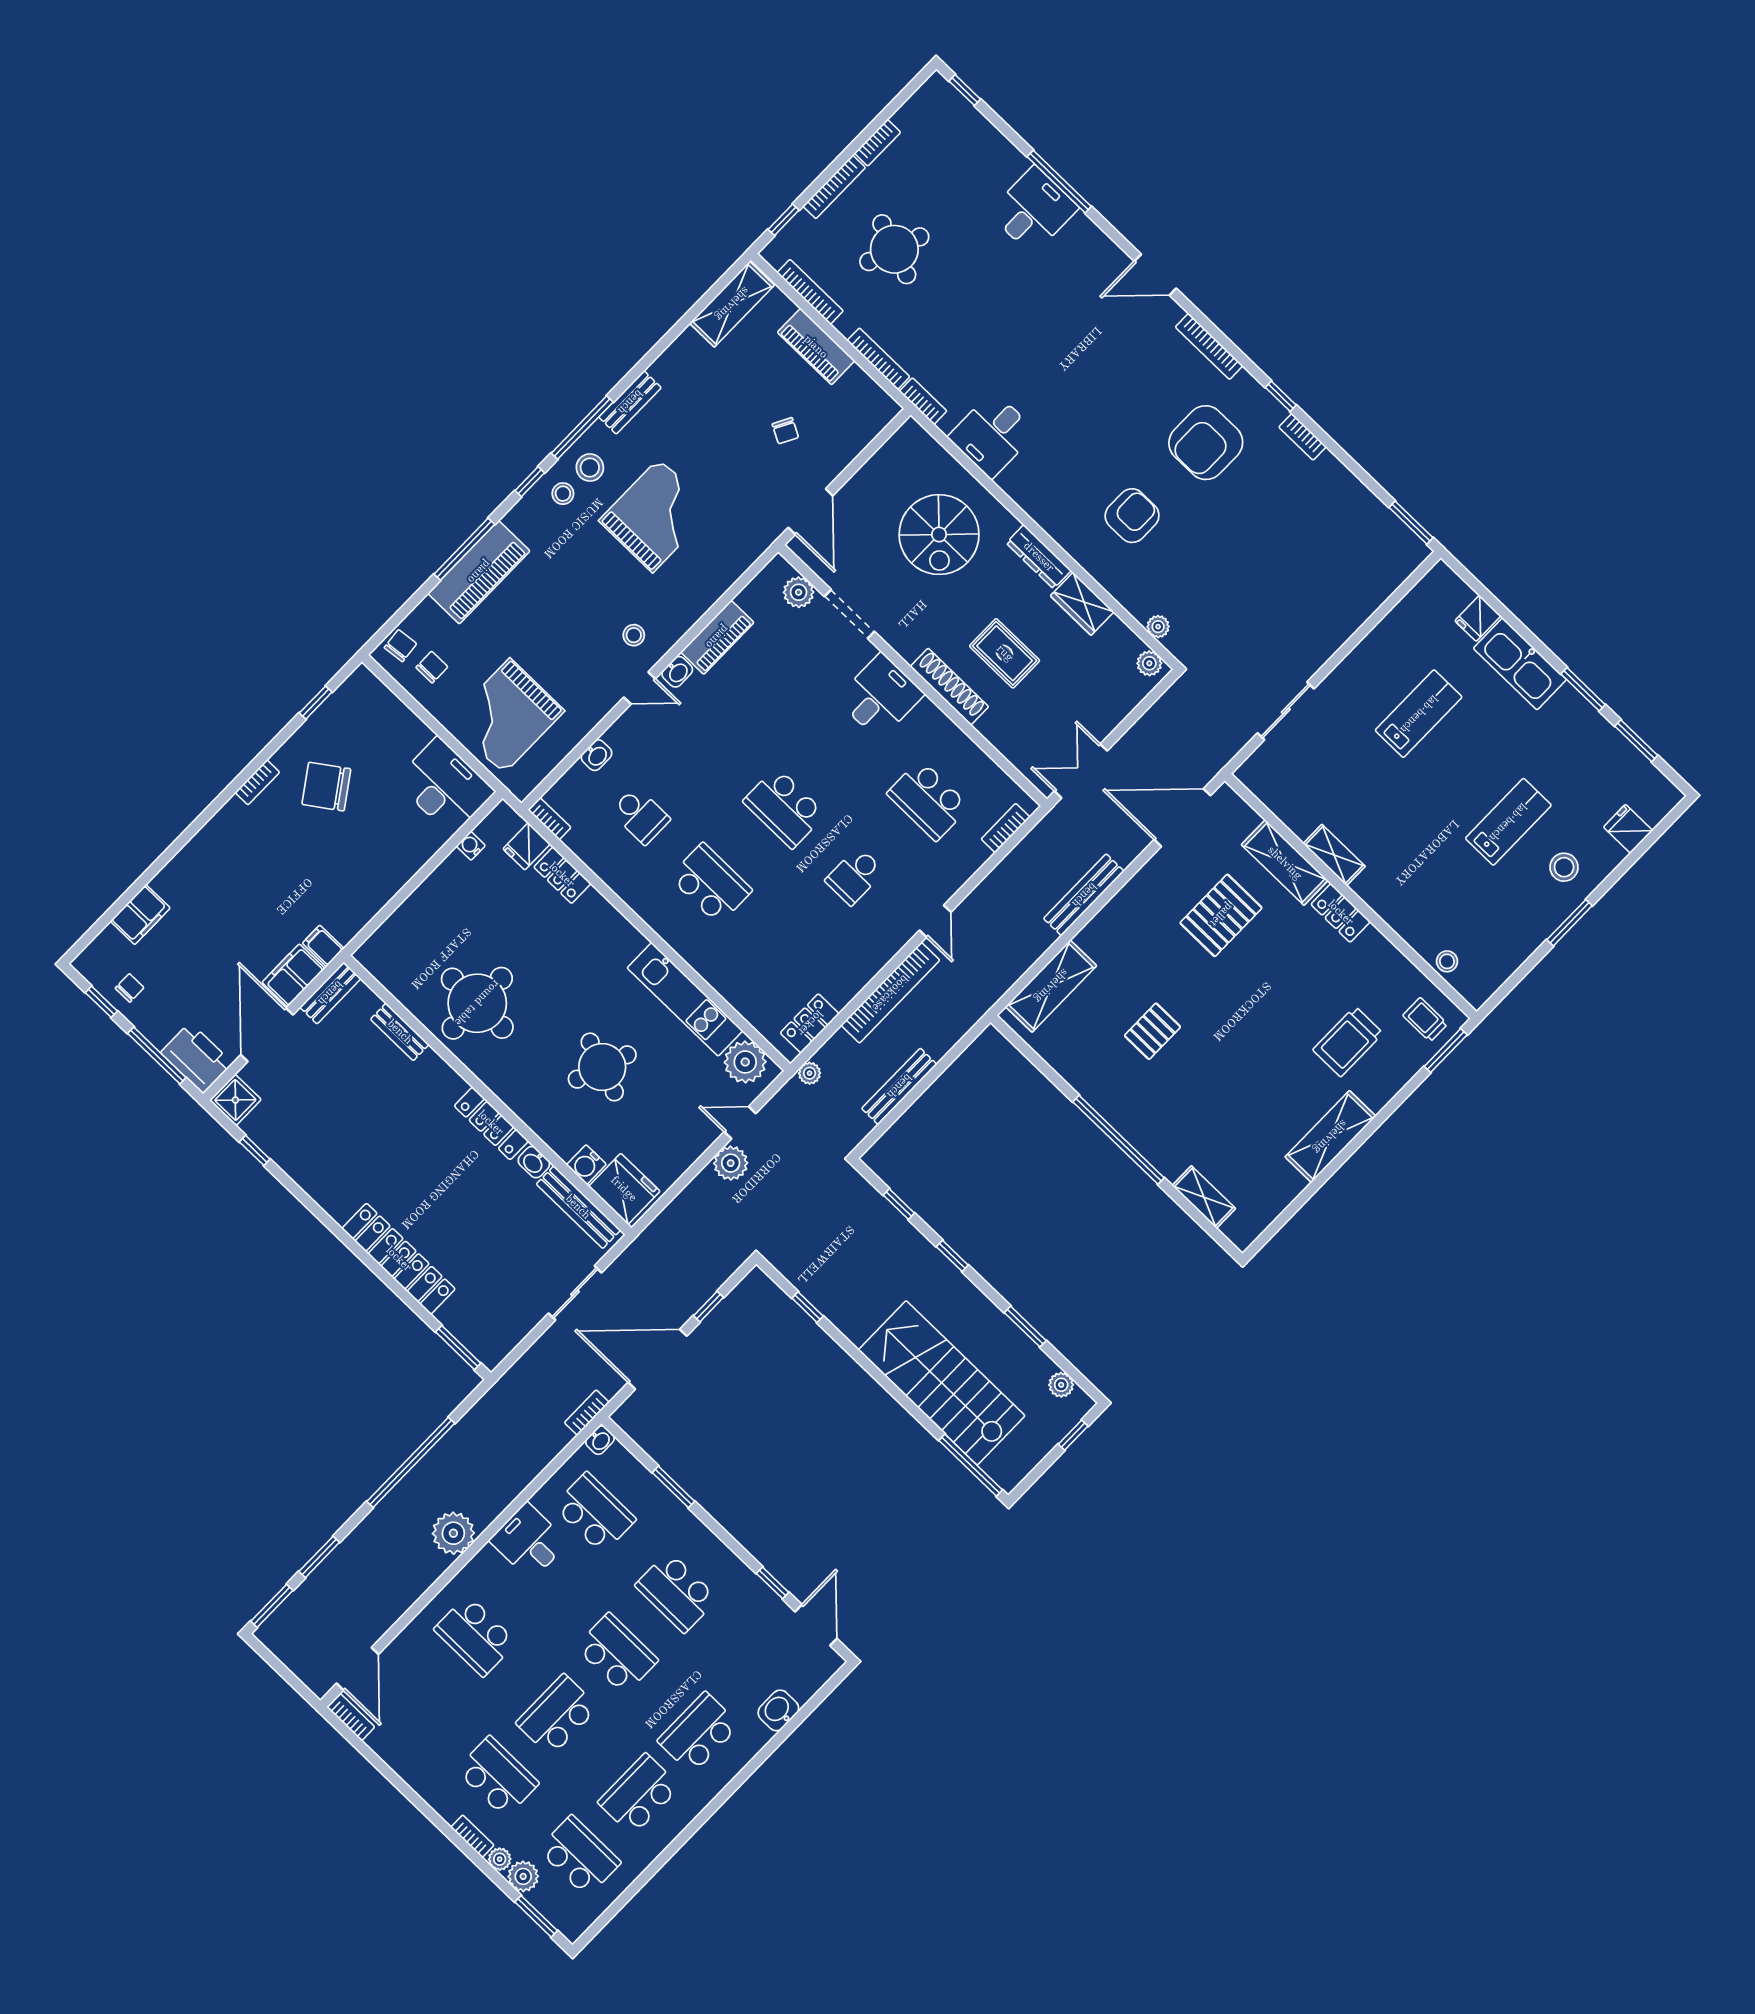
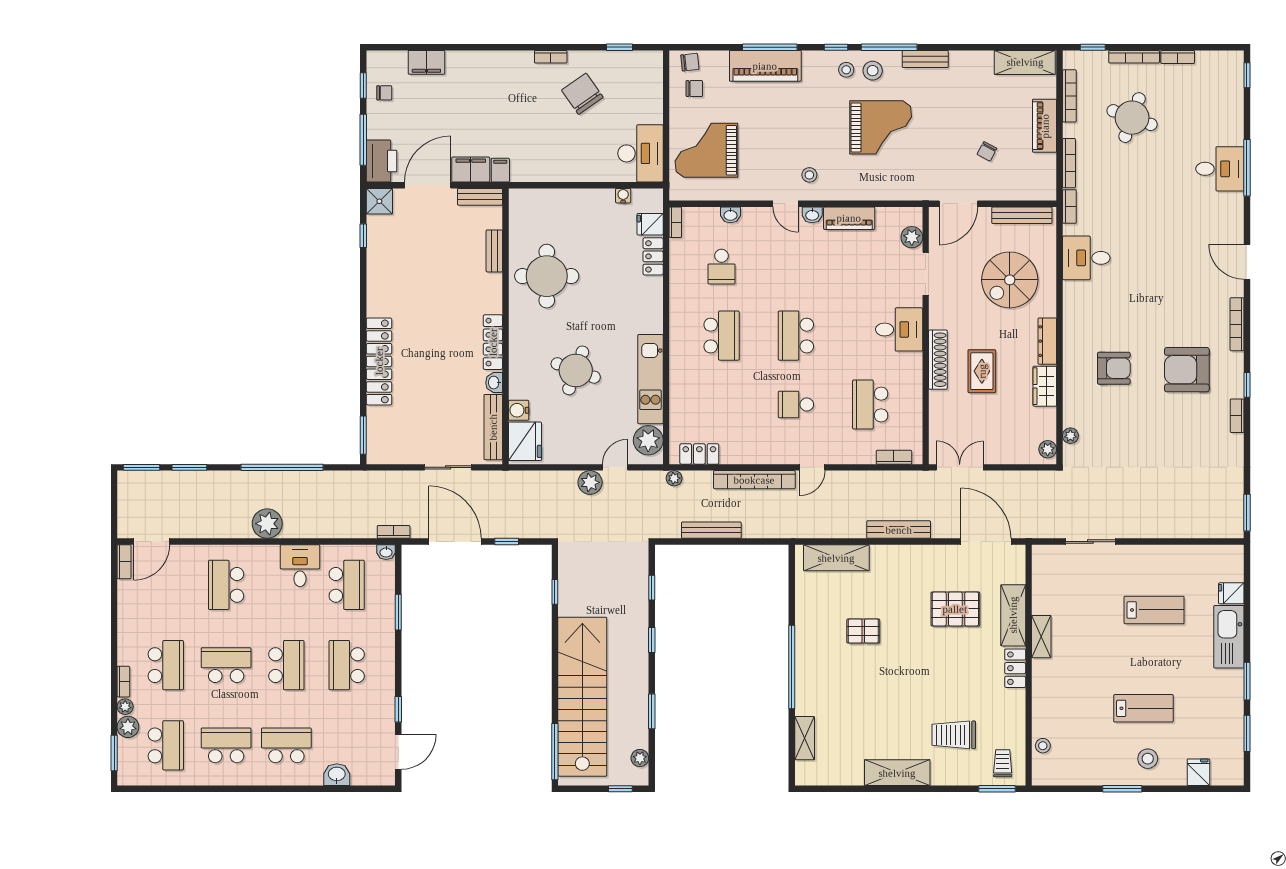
bench: (885, 458) -> (1022, 215), added
door: (740, 1123) -> (615, 467), hinge flipped
stairs: (942, 1383) -> (582, 697), width x1.36

